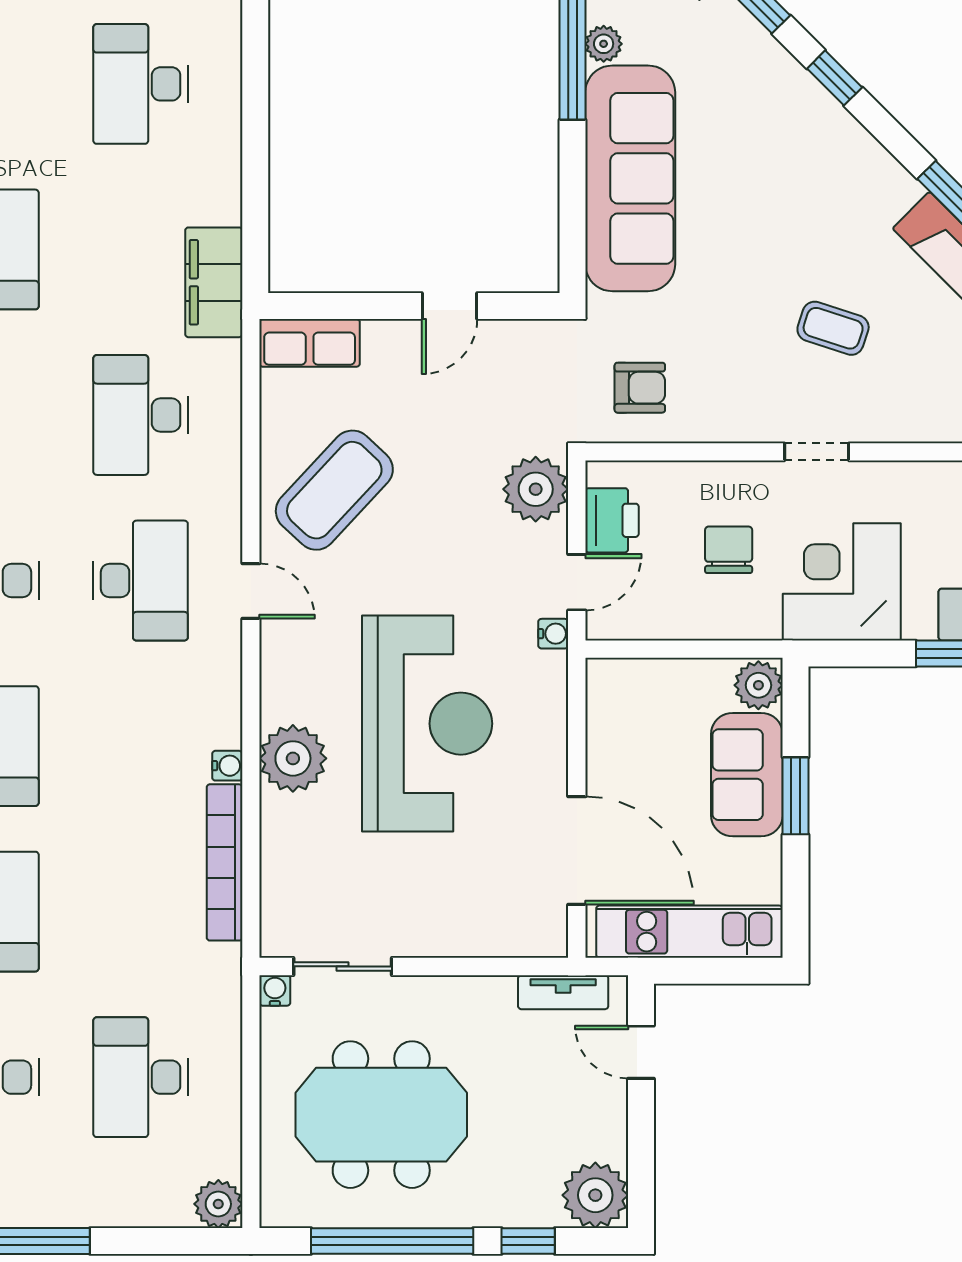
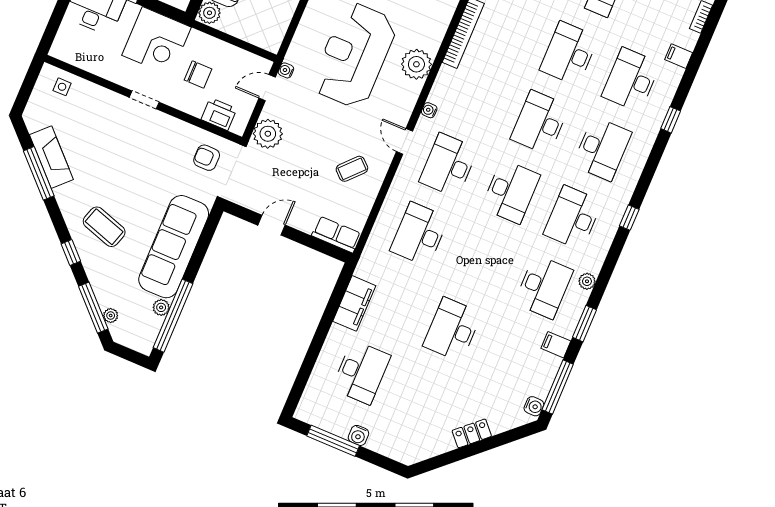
filing cabinet: (214, 282) -> (354, 303), moved
coffee table: (833, 328) -> (104, 227), moved, width x1.36, depth x1.30
desk: (141, 415) -> (419, 234), turned 180
coffee table: (334, 490) -> (352, 169), width x0.54, depth x0.58
printer: (612, 520) -> (219, 114), moved, turned 90
chair: (729, 550) -> (198, 75), turned -90
water cooler: (227, 766) -> (429, 110), moved

